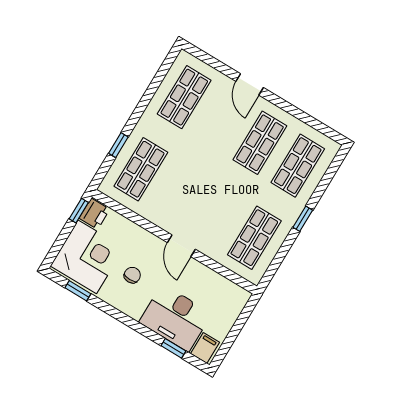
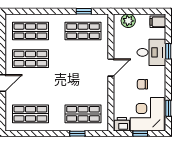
window: (79, 211) -> (140, 134), moved
window: (303, 219) -> (84, 11), moved
plant: (231, 308) -> (128, 21), added
desk: (175, 318) -> (151, 52), width x0.73
window: (173, 348) -> (168, 51), moved

